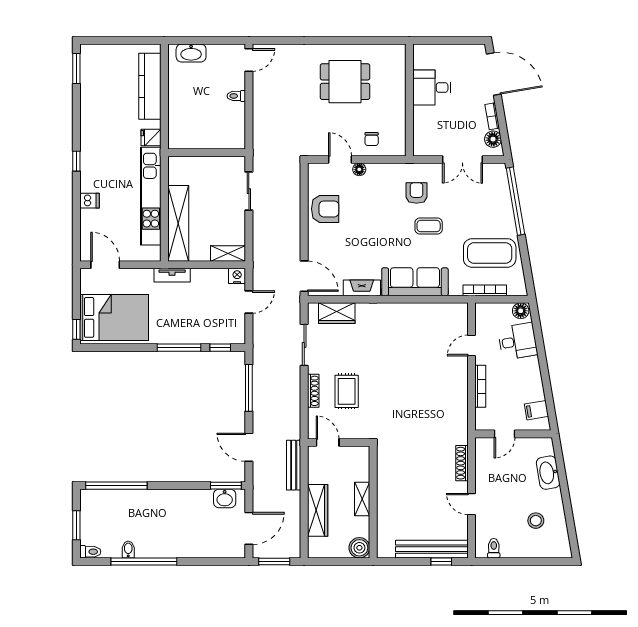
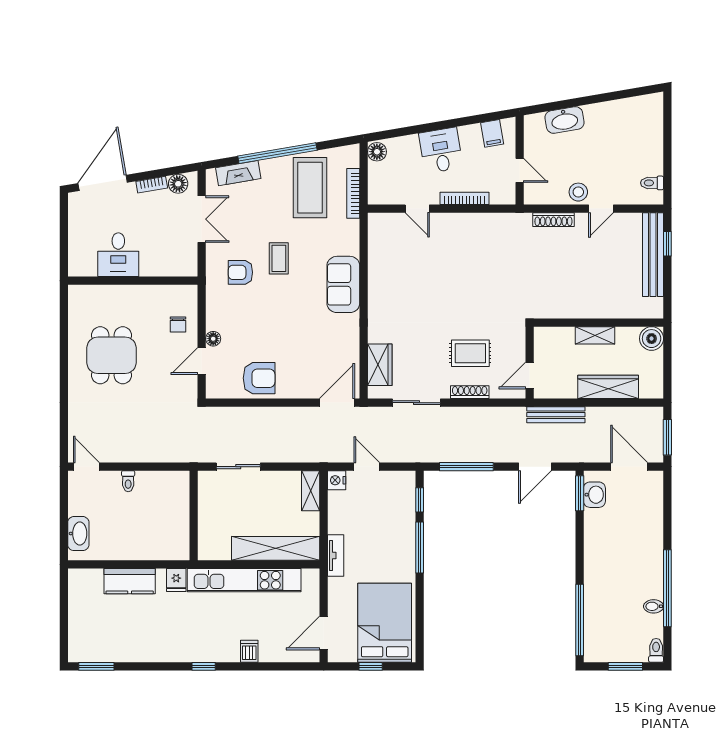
kitchen counter: (150, 86) -> (130, 581), width x0.67
chair: (372, 139) -> (178, 324), turned 90
window: (515, 201) -> (277, 153), moved
armchair: (325, 209) -> (259, 378), turned 90
sofa: (415, 282) -> (343, 284), width x0.73
fireplace: (362, 288) -> (238, 173), moved, turned -100
window: (76, 329) -> (371, 666), moved
desk: (518, 341) -> (441, 150), moved
stool: (536, 521) -> (578, 192), moved

